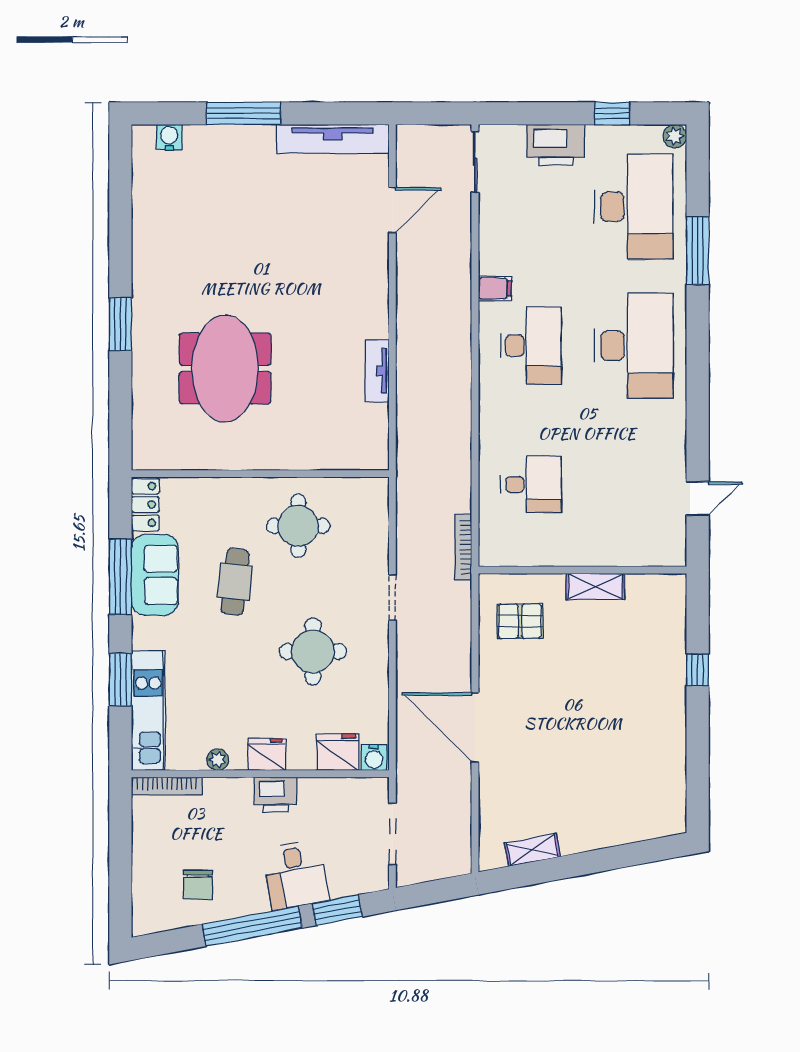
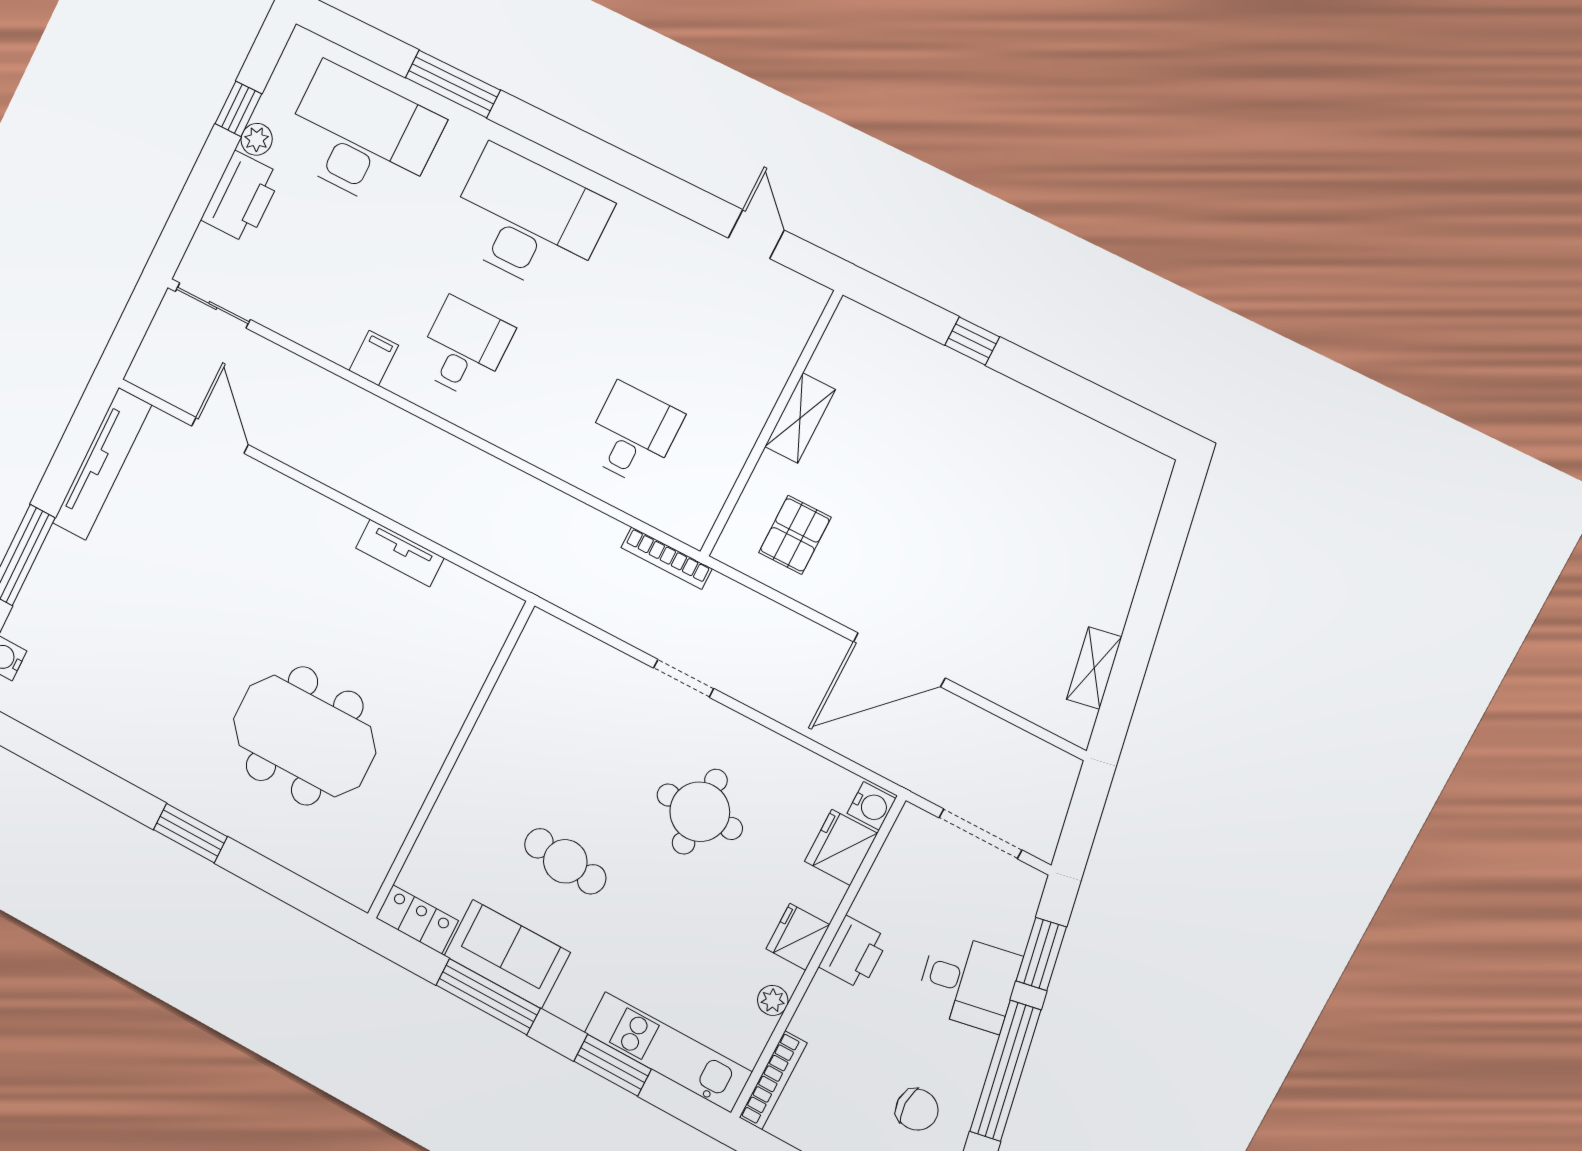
plant: (675, 136) -> (257, 139), moved
desk: (531, 346) -> (464, 348), width x0.73
round table: (298, 526) -> (537, 748), removed

